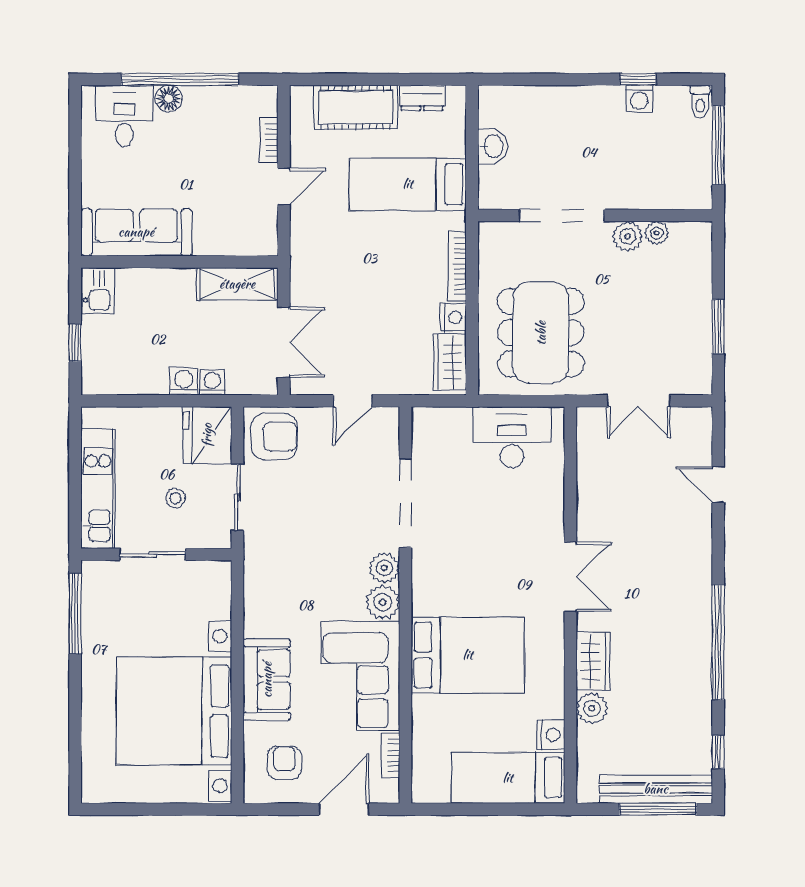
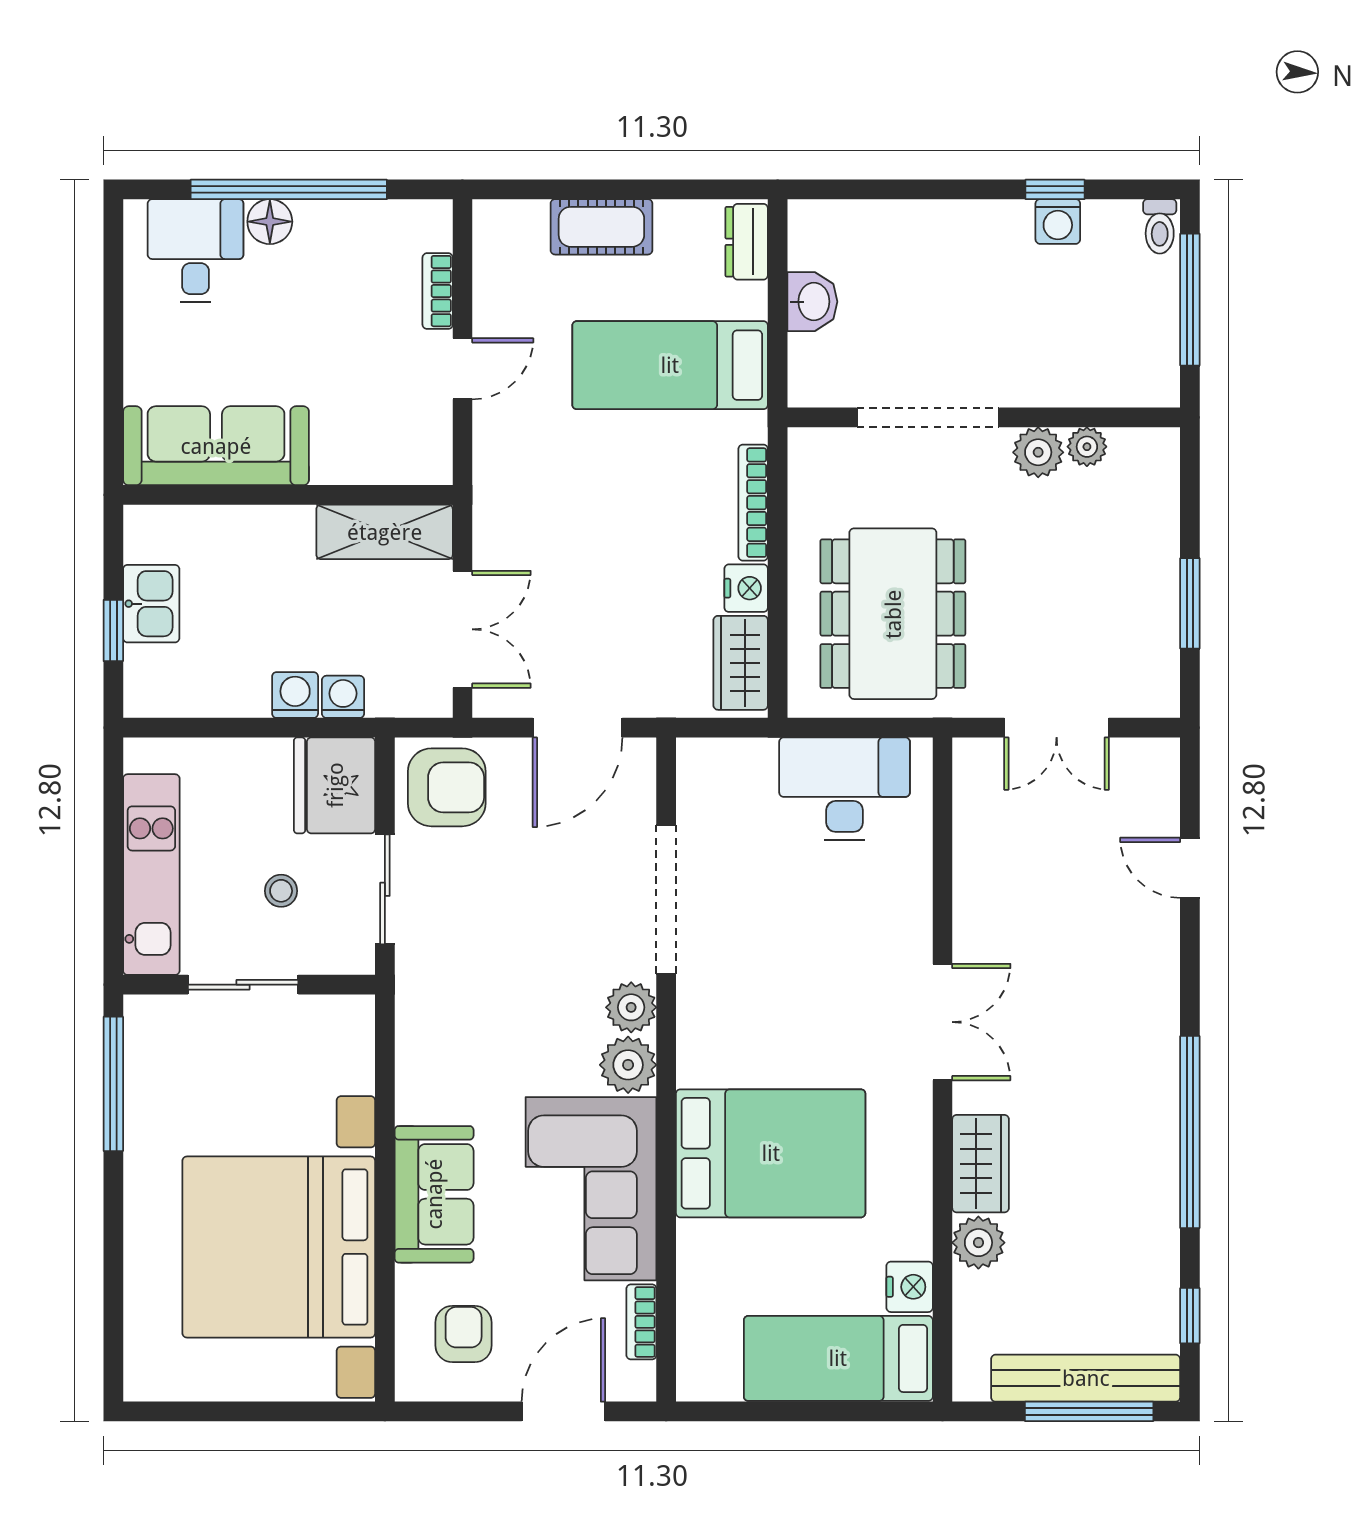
dresser: (422, 98) -> (747, 242), moved, turned 90
cot: (355, 107) -> (601, 227), width x0.73, depth x0.75
kitchen sink: (98, 291) -> (151, 604), moved
door: (352, 401) -> (578, 728), width x1.38

